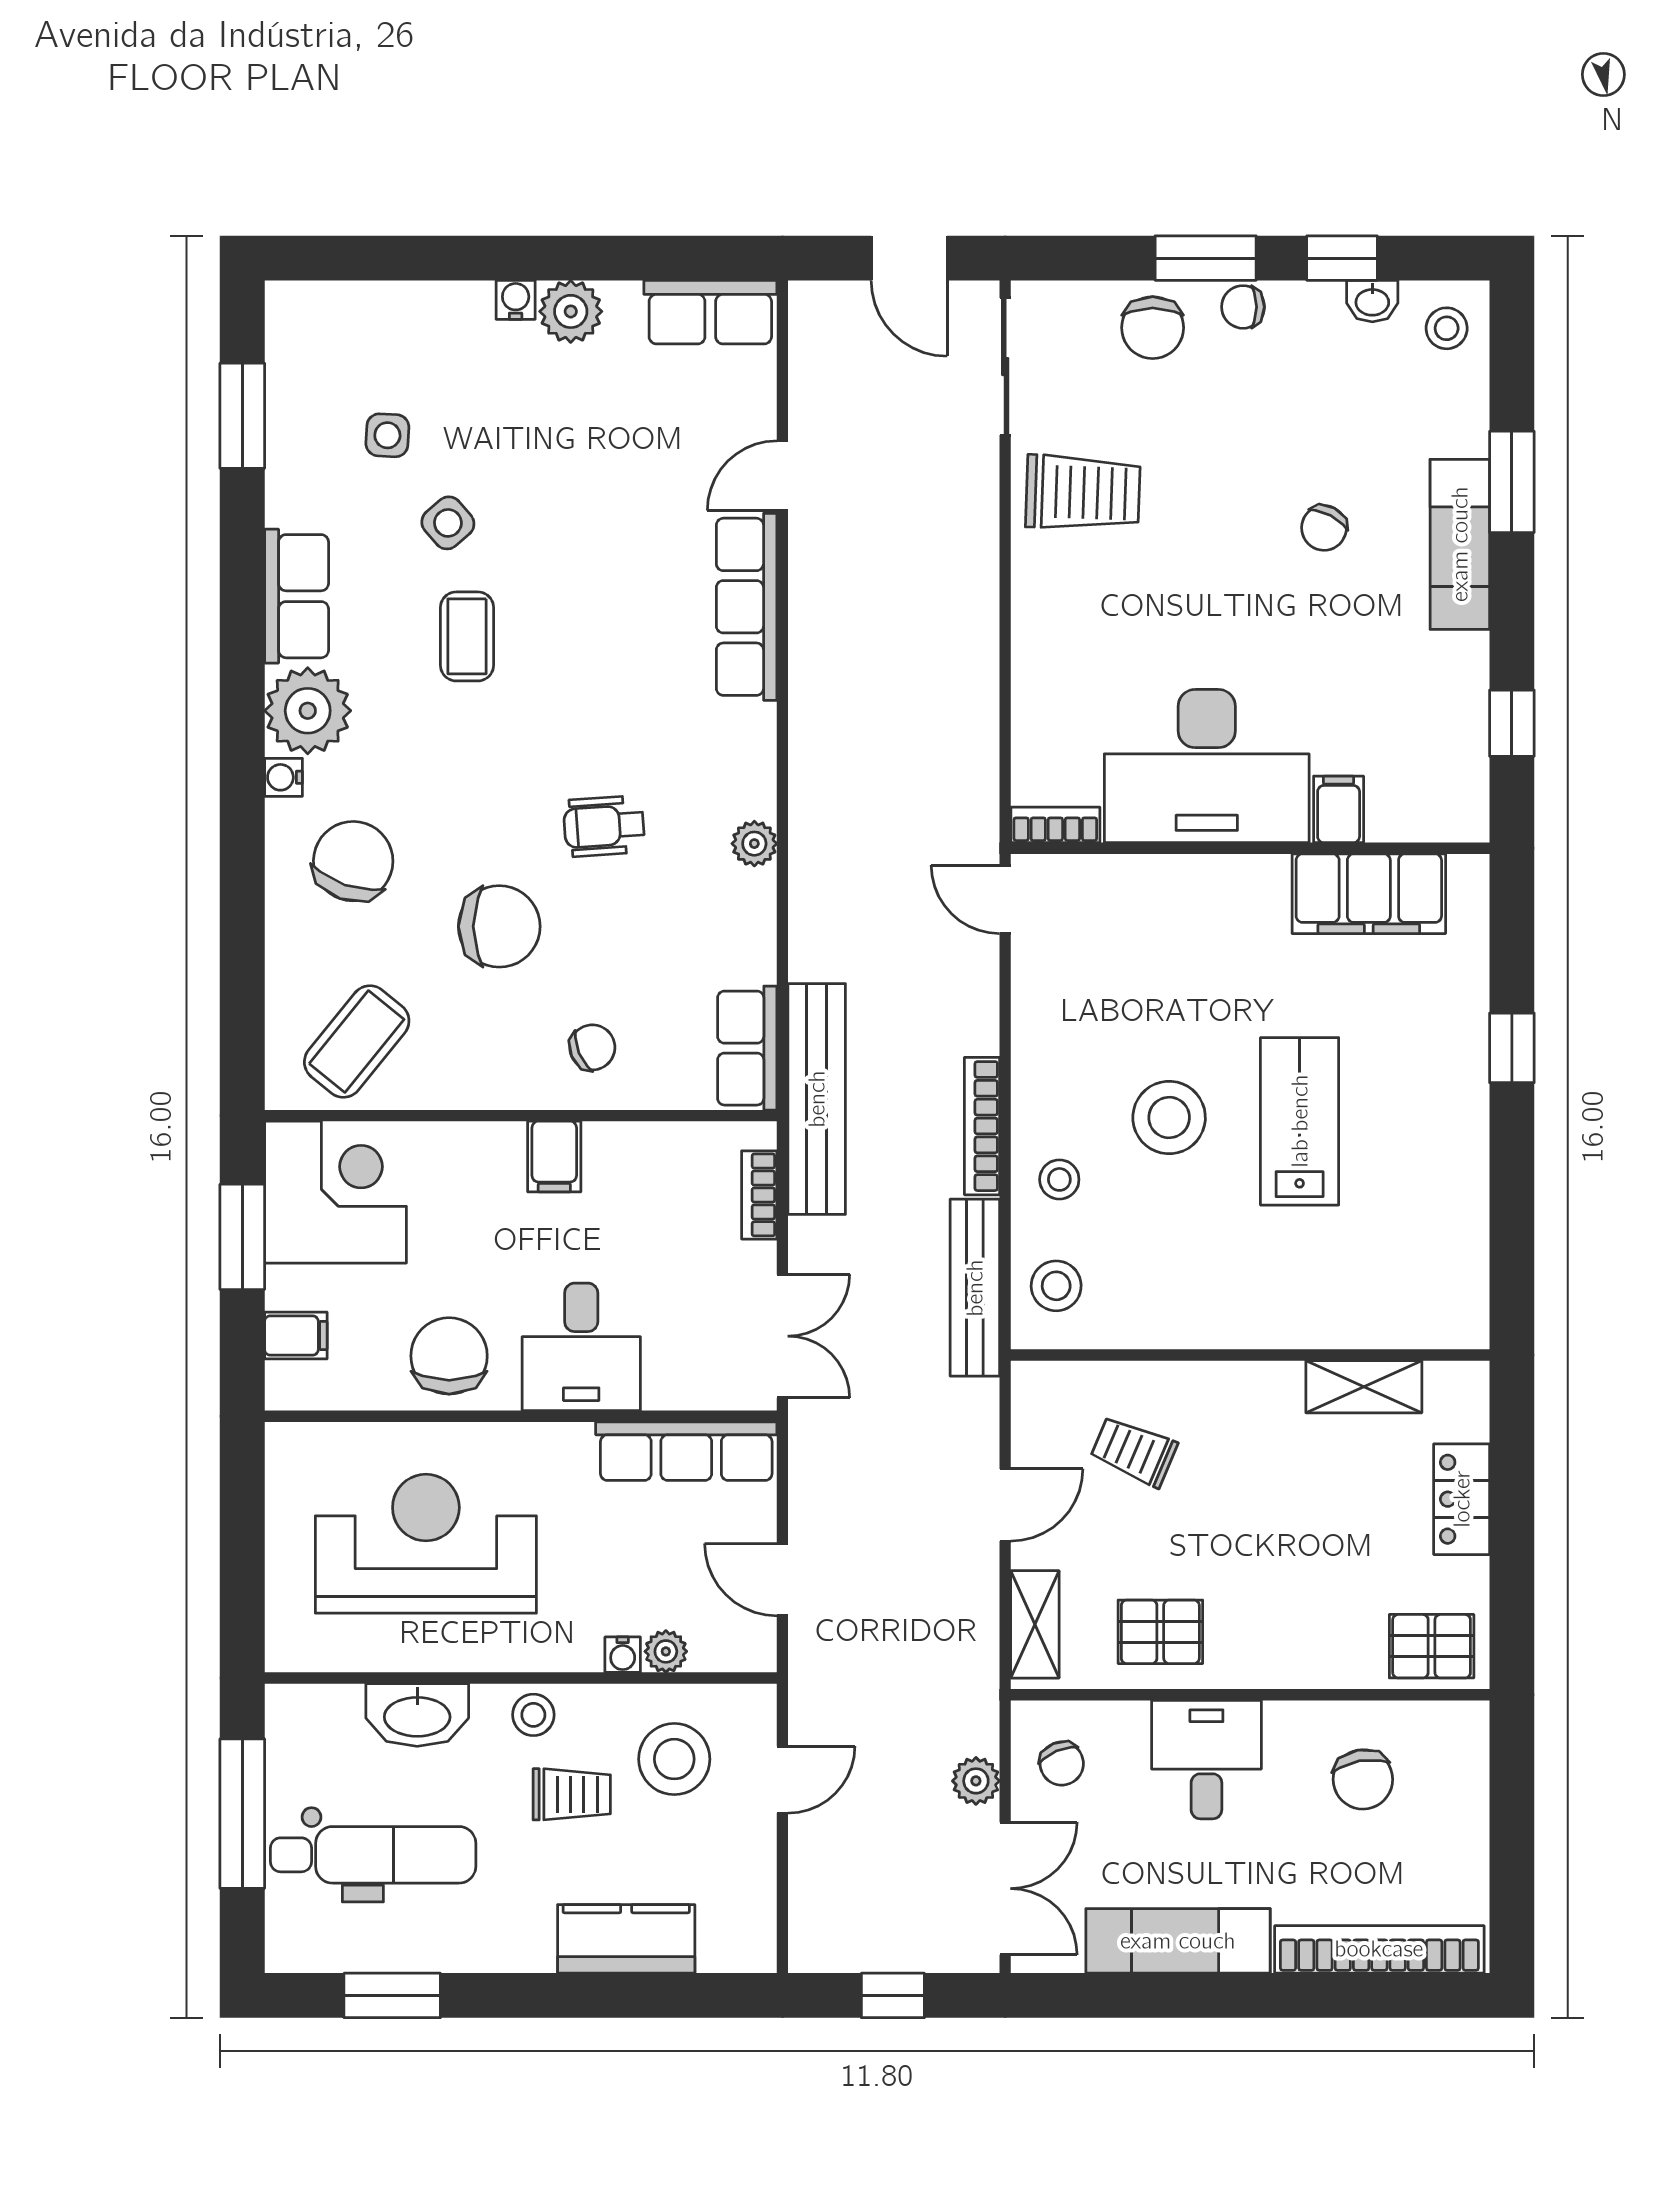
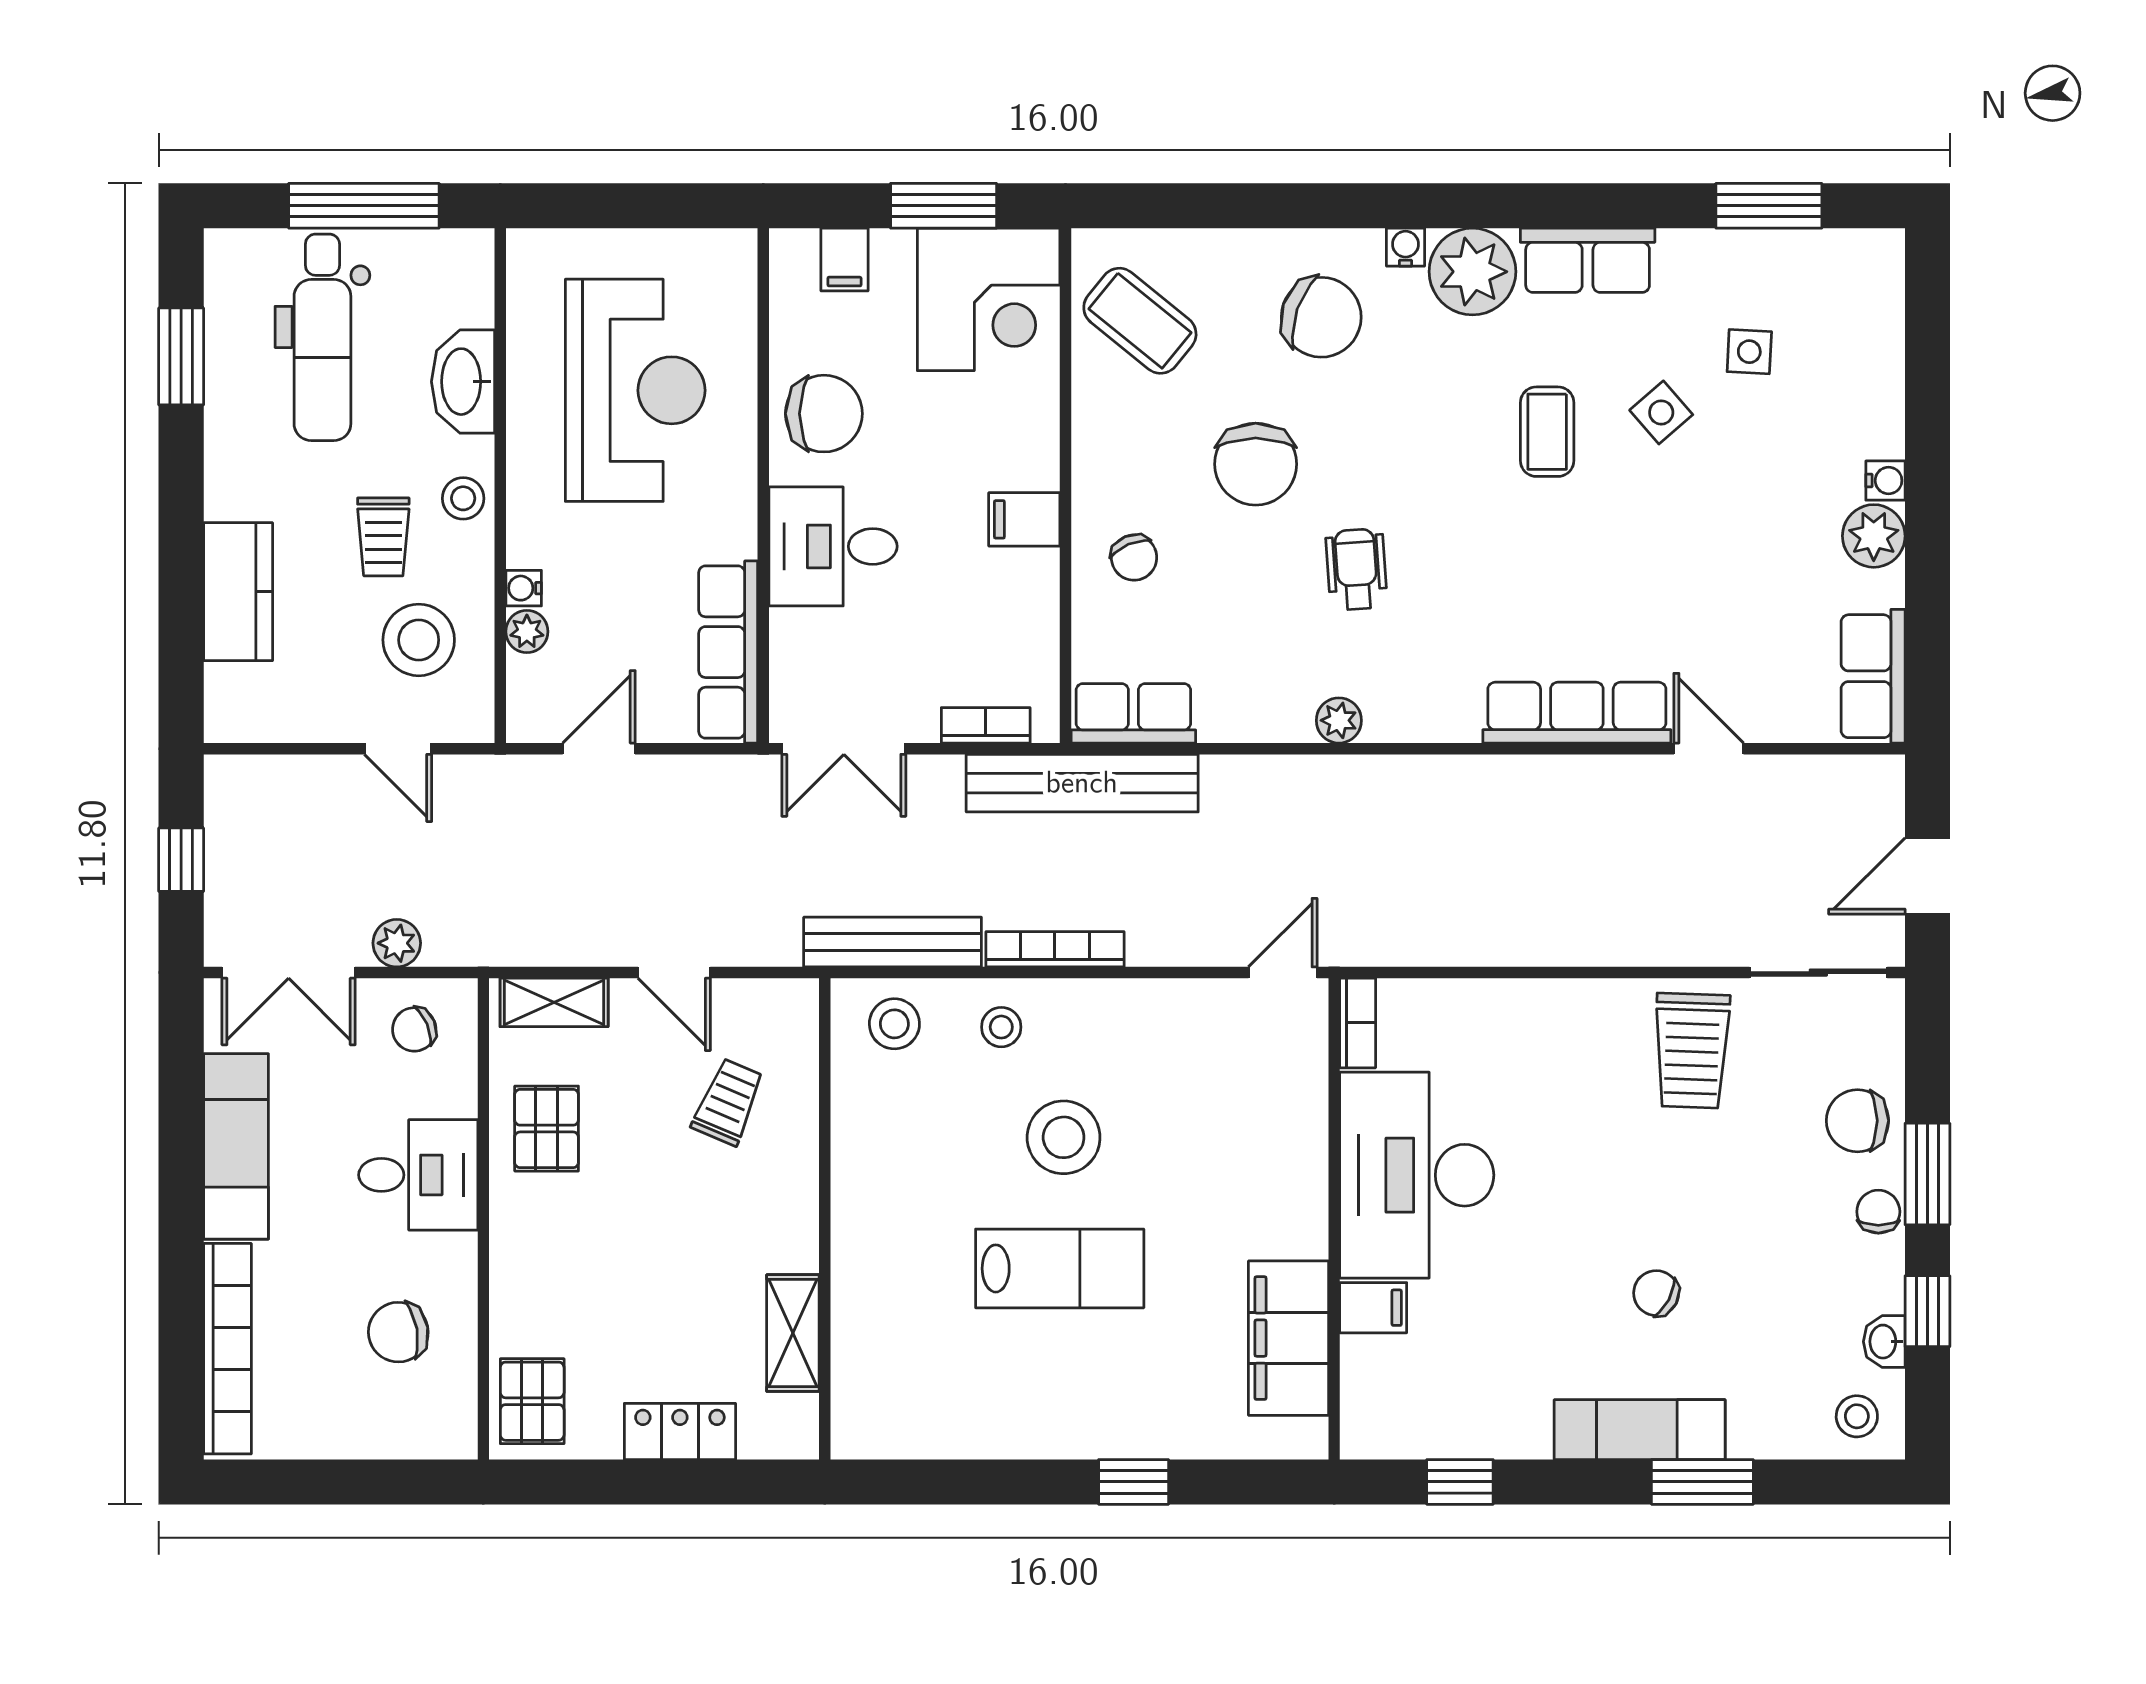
coffee table: (467, 636) -> (1547, 432), turned 90

